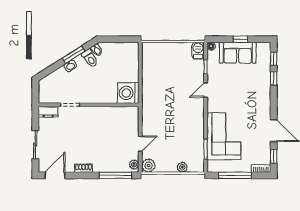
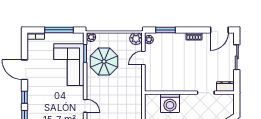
door: (206, 90) -> (85, 106), hinge flipped
washing machine: (128, 93) -> (170, 103), moved, turned 90
parasol: (185, 140) -> (104, 62), added
window: (274, 156) -> (25, 97), moved
plant: (182, 167) -> (91, 37), moved
window: (115, 175) -> (166, 30), width x0.69

